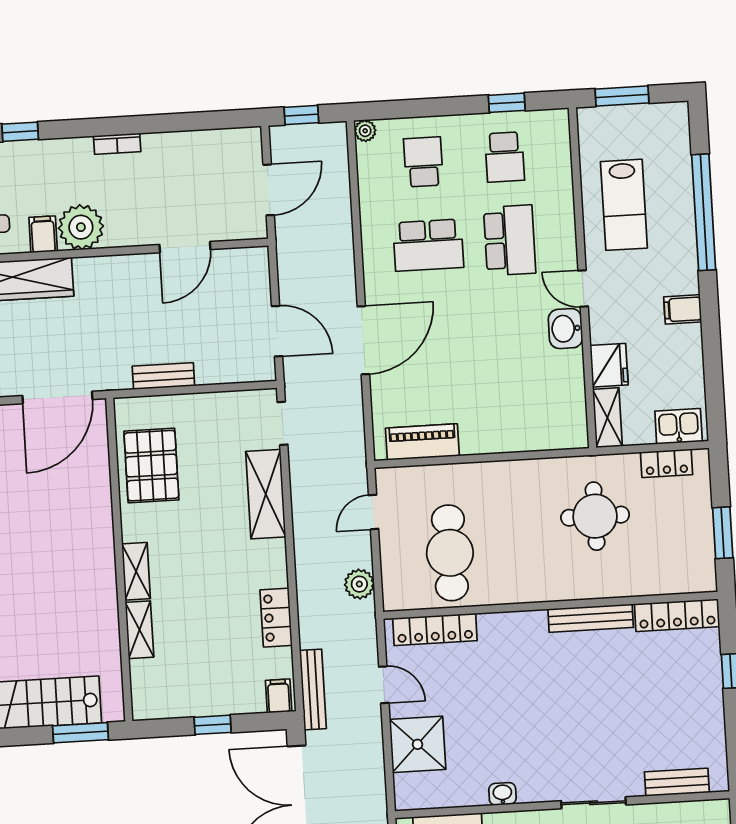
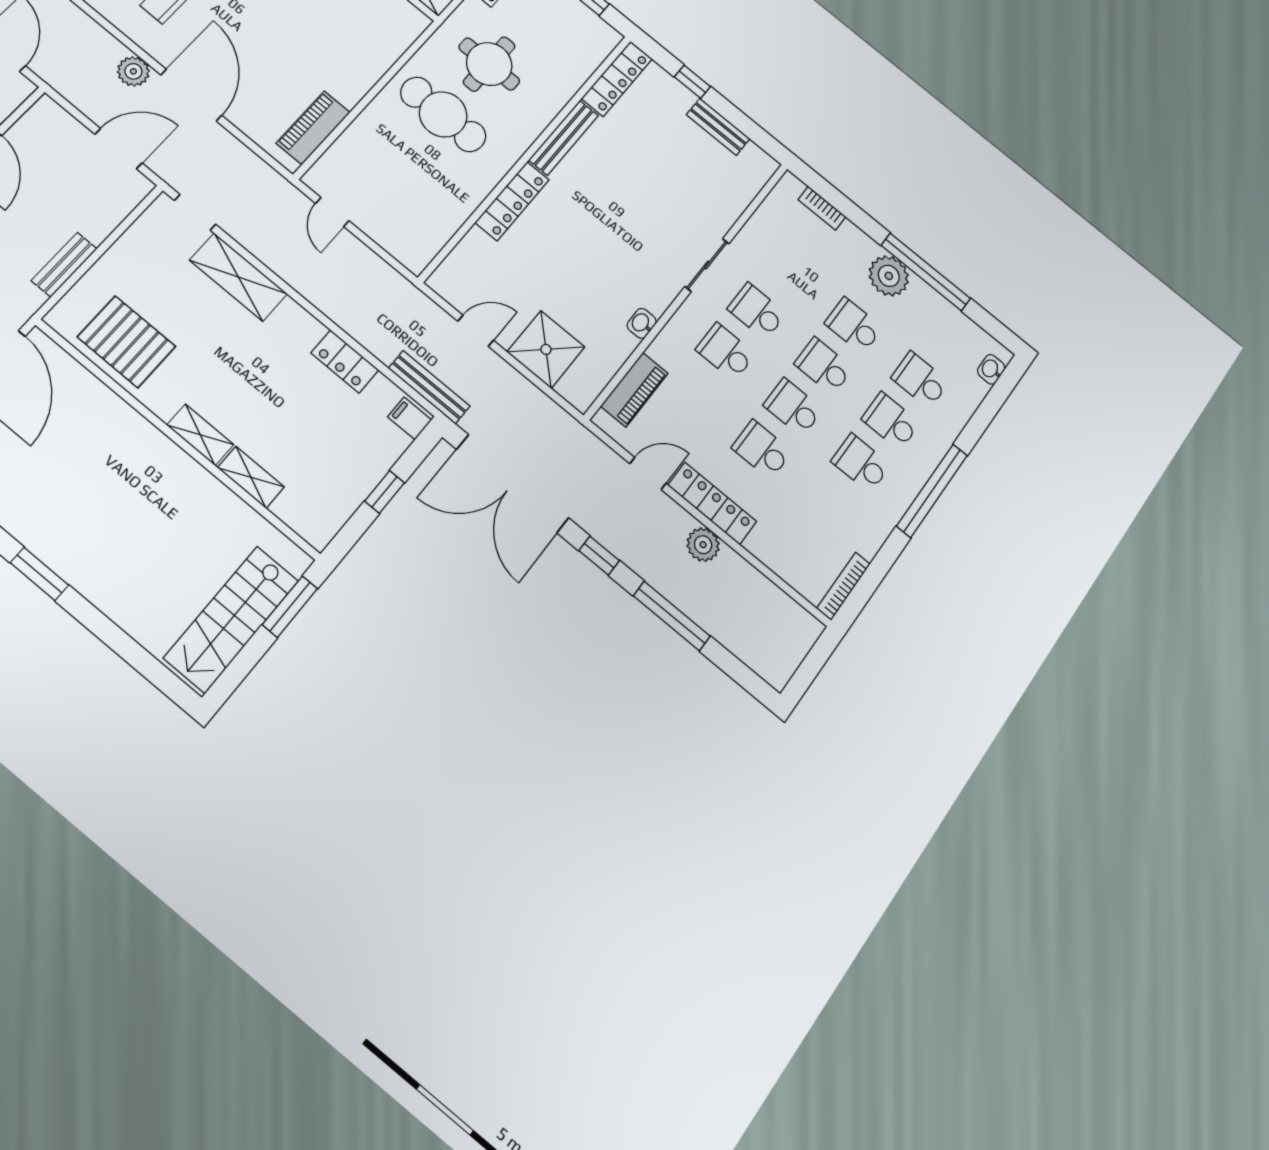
cafe table: (450, 553) -> (443, 114), moved
plant: (359, 584) -> (133, 71), moved
locker: (435, 629) -> (512, 201), moved
bench: (677, 782) -> (718, 127), moved, turned 90

